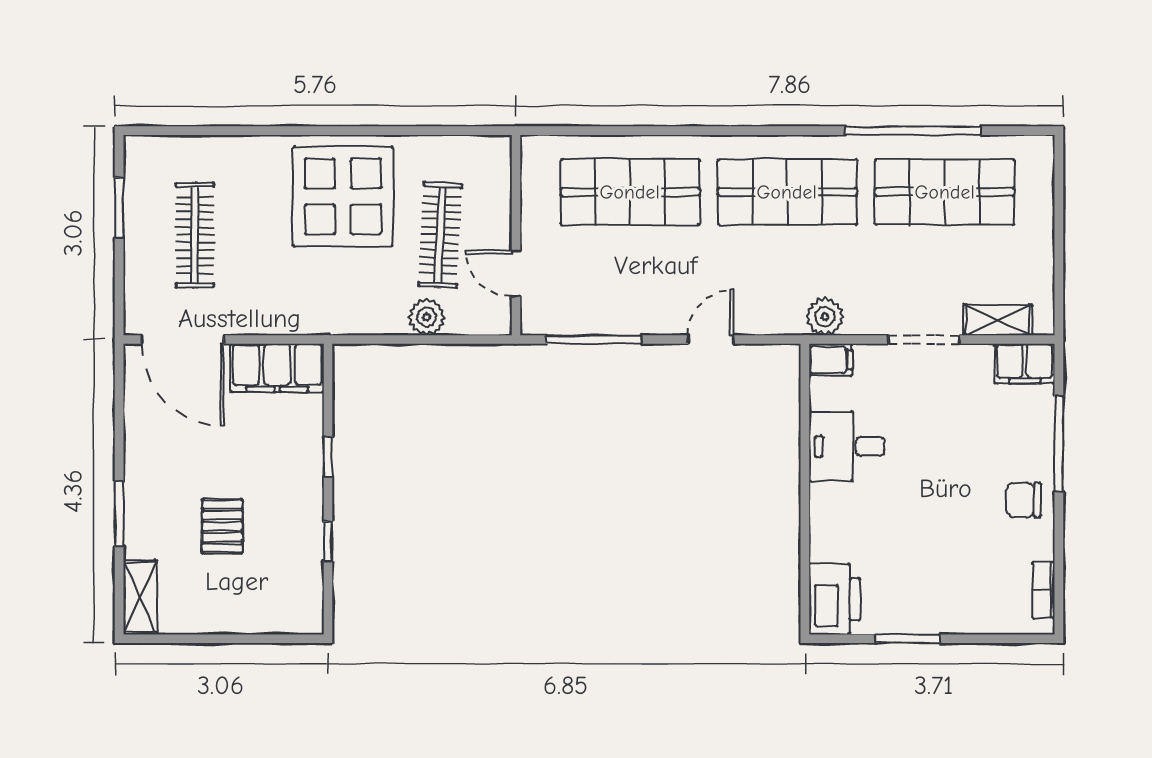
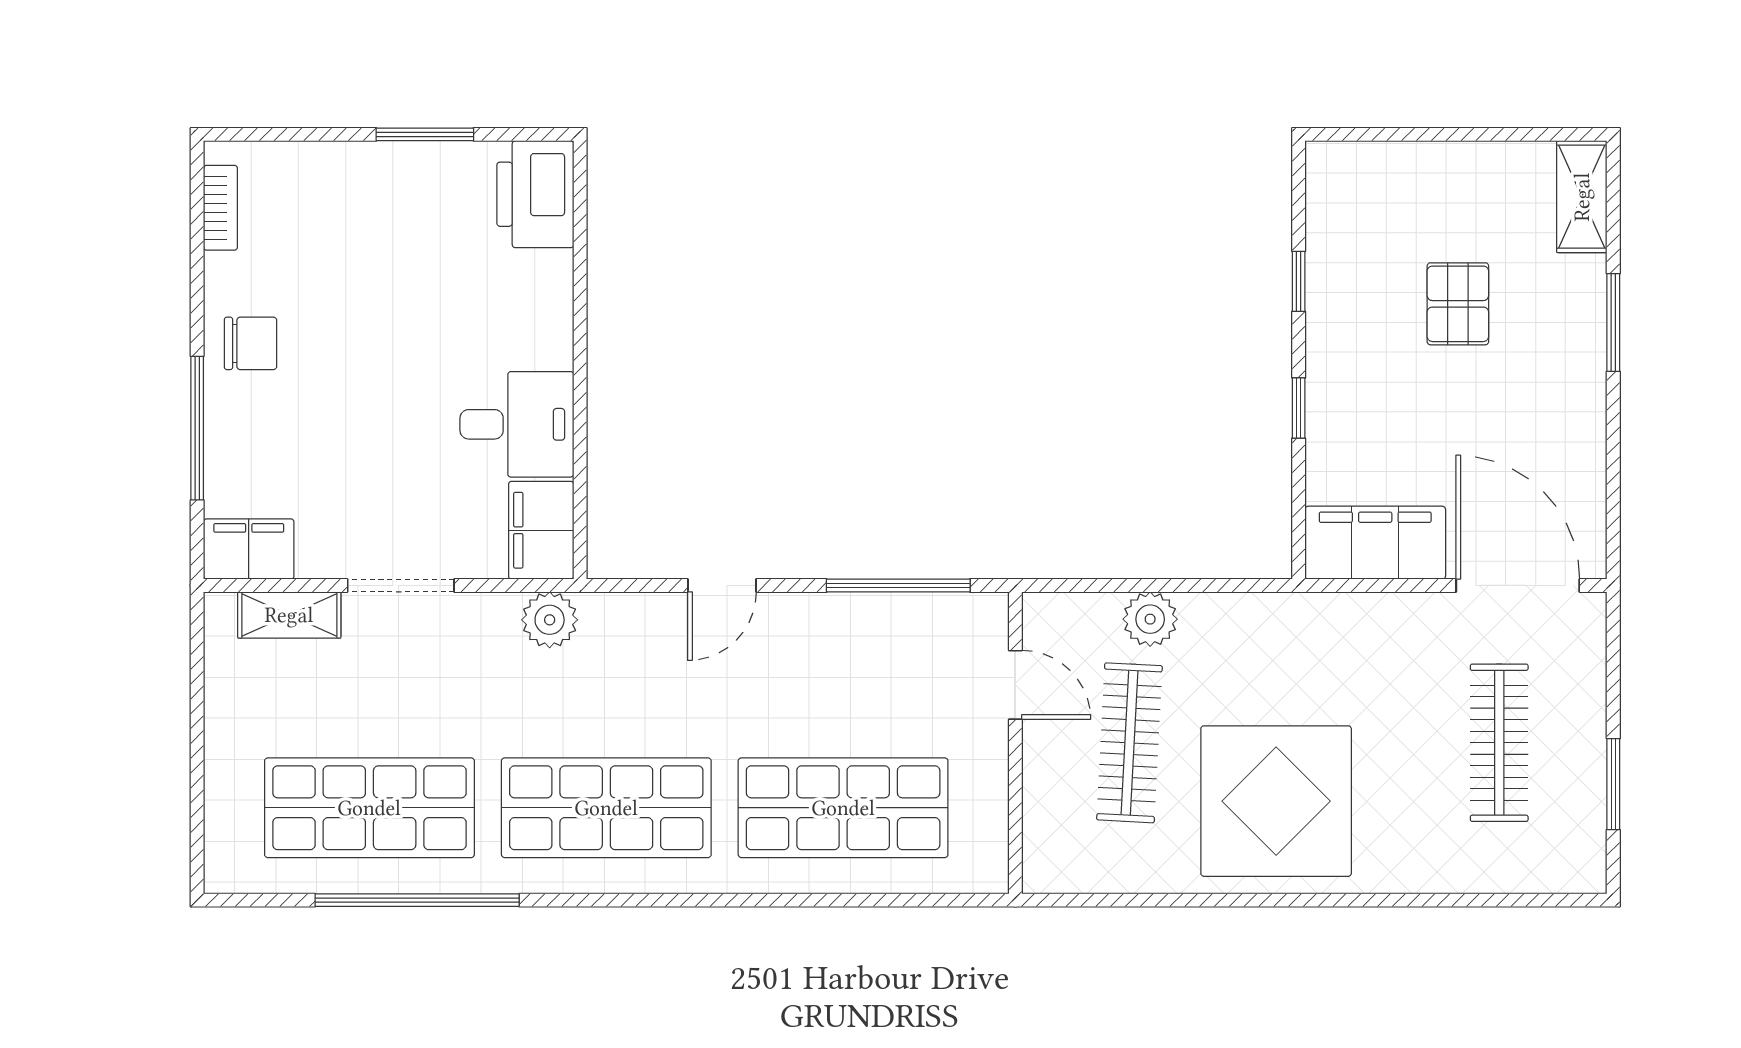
filing cabinet: (831, 360) -> (541, 530), width x2.00

